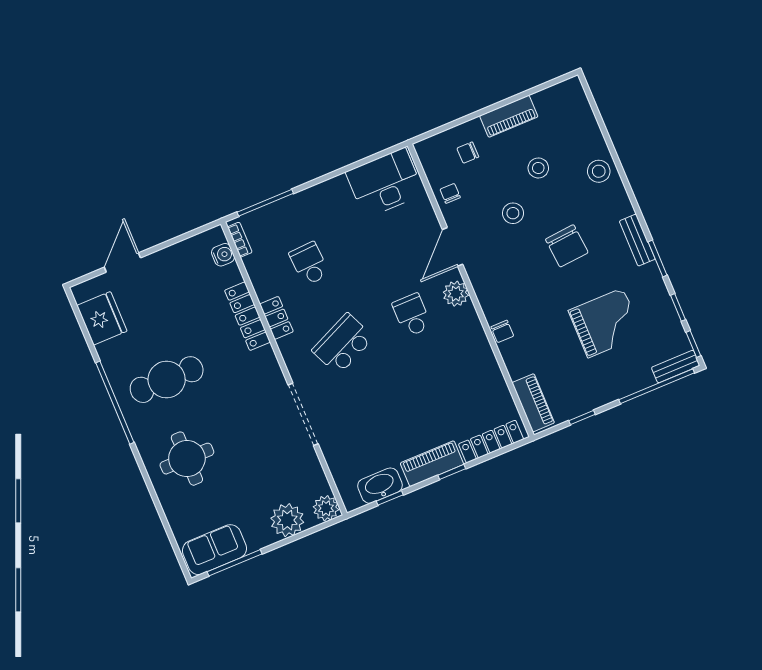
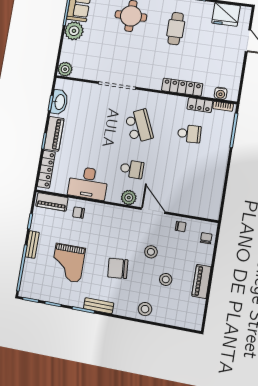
chair: (468, 153) -> (206, 238), moved
desk: (385, 183) -> (88, 183), moved, turned 90
locker: (276, 318) -> (200, 105), moved
chair: (502, 331) -> (79, 213), moved
bench: (676, 367) -> (32, 245), moved
cafe table: (167, 380) -> (176, 29), width x0.73, depth x0.74
plant: (287, 520) -> (74, 31), moved

